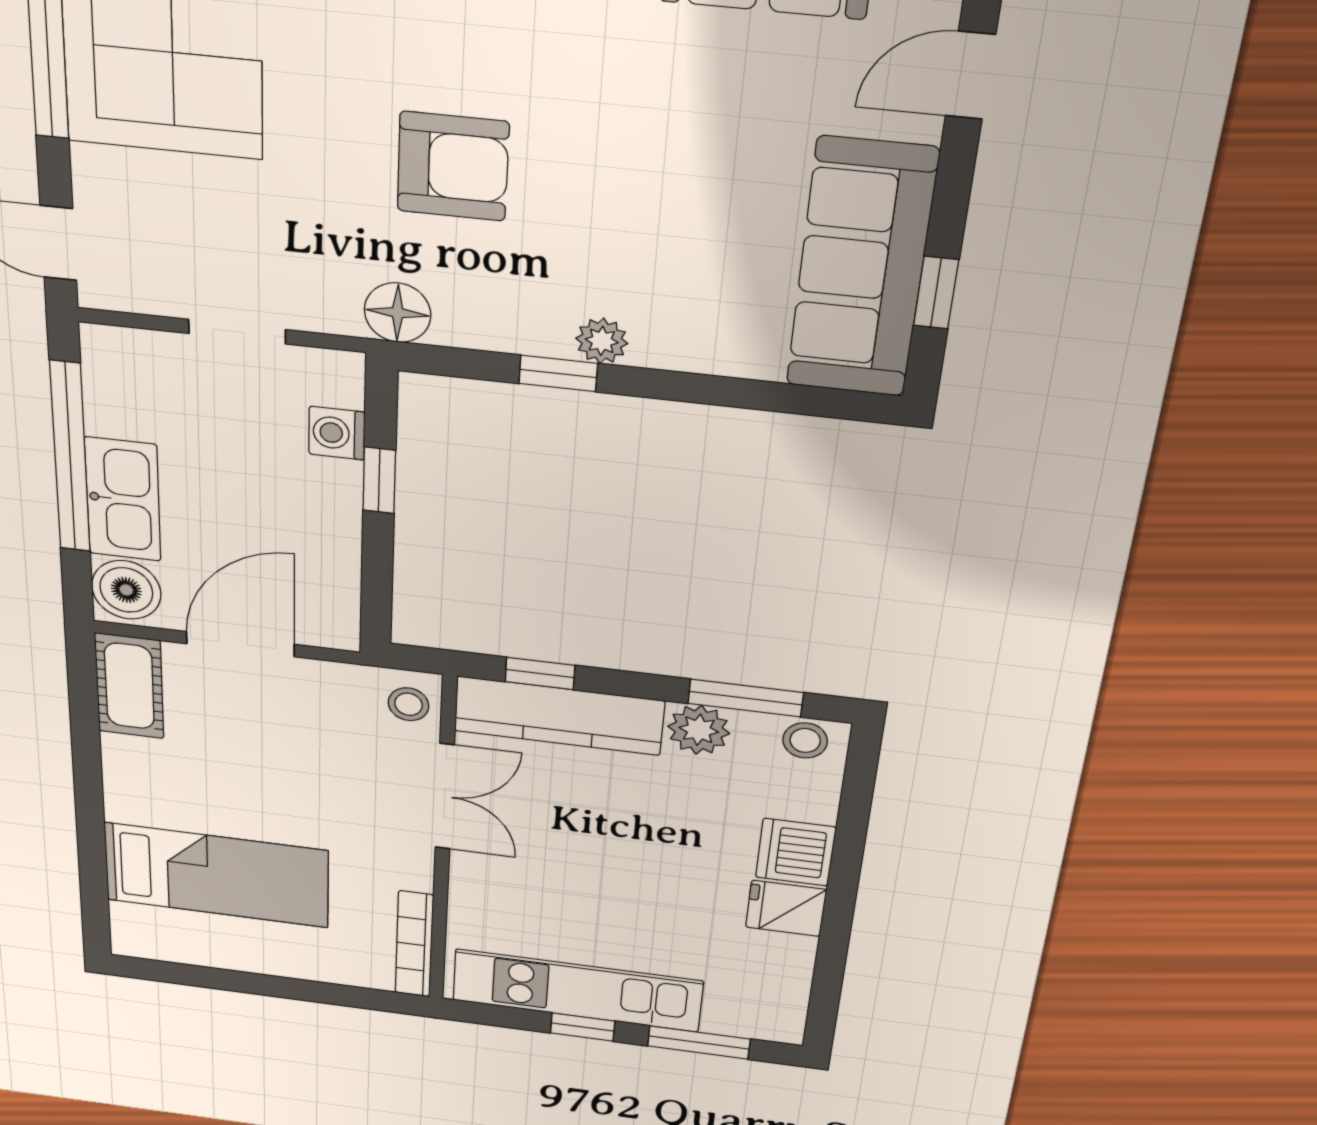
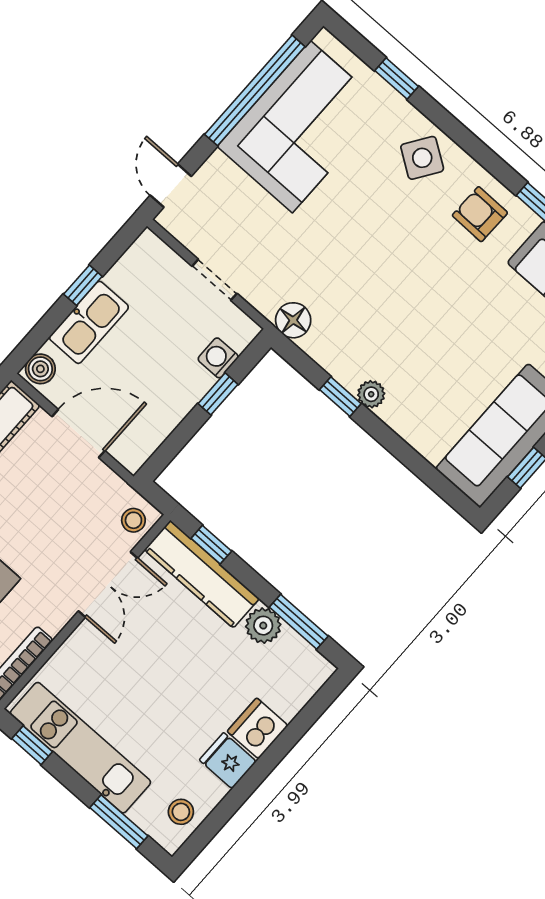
armchair: (453, 166) -> (370, 272), removed
window: (70, 458) -> (83, 285), width x0.32
boiler: (126, 590) -> (40, 369), width x0.73, depth x0.73
stool: (805, 740) -> (181, 812), moved
window: (583, 1027) -> (32, 745), moved

